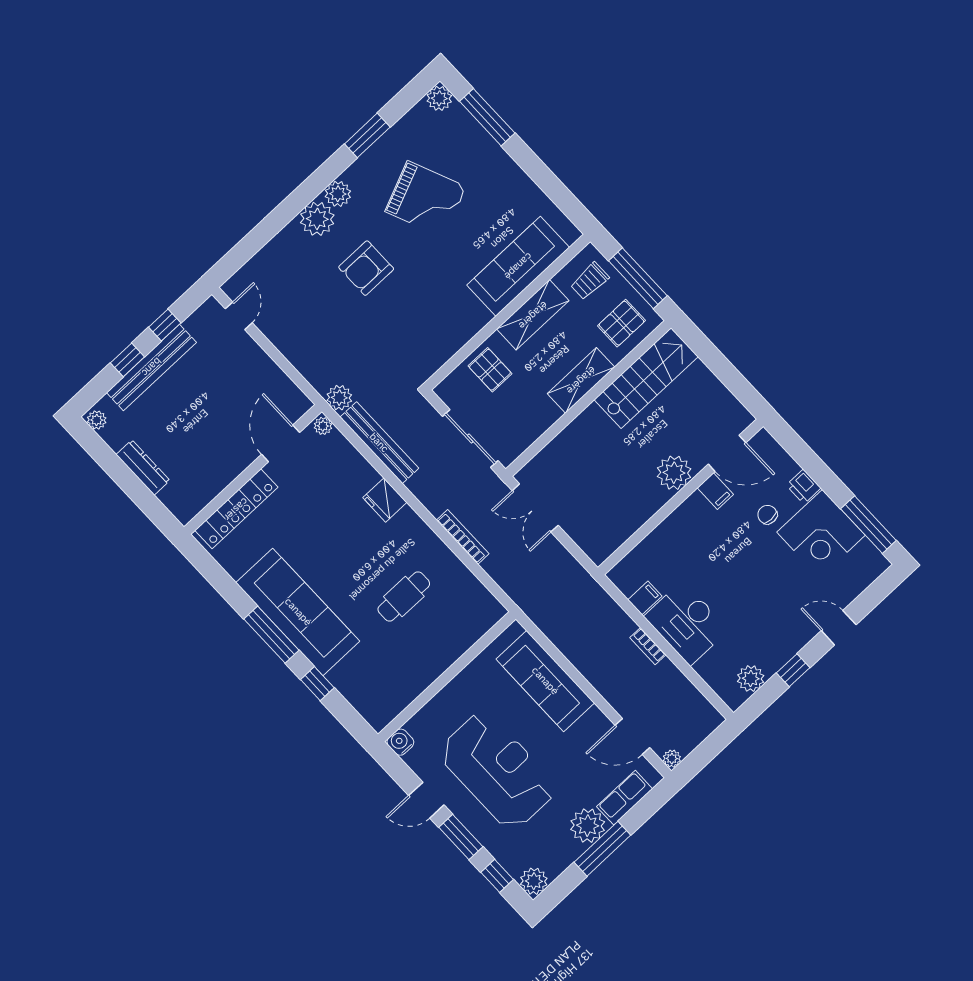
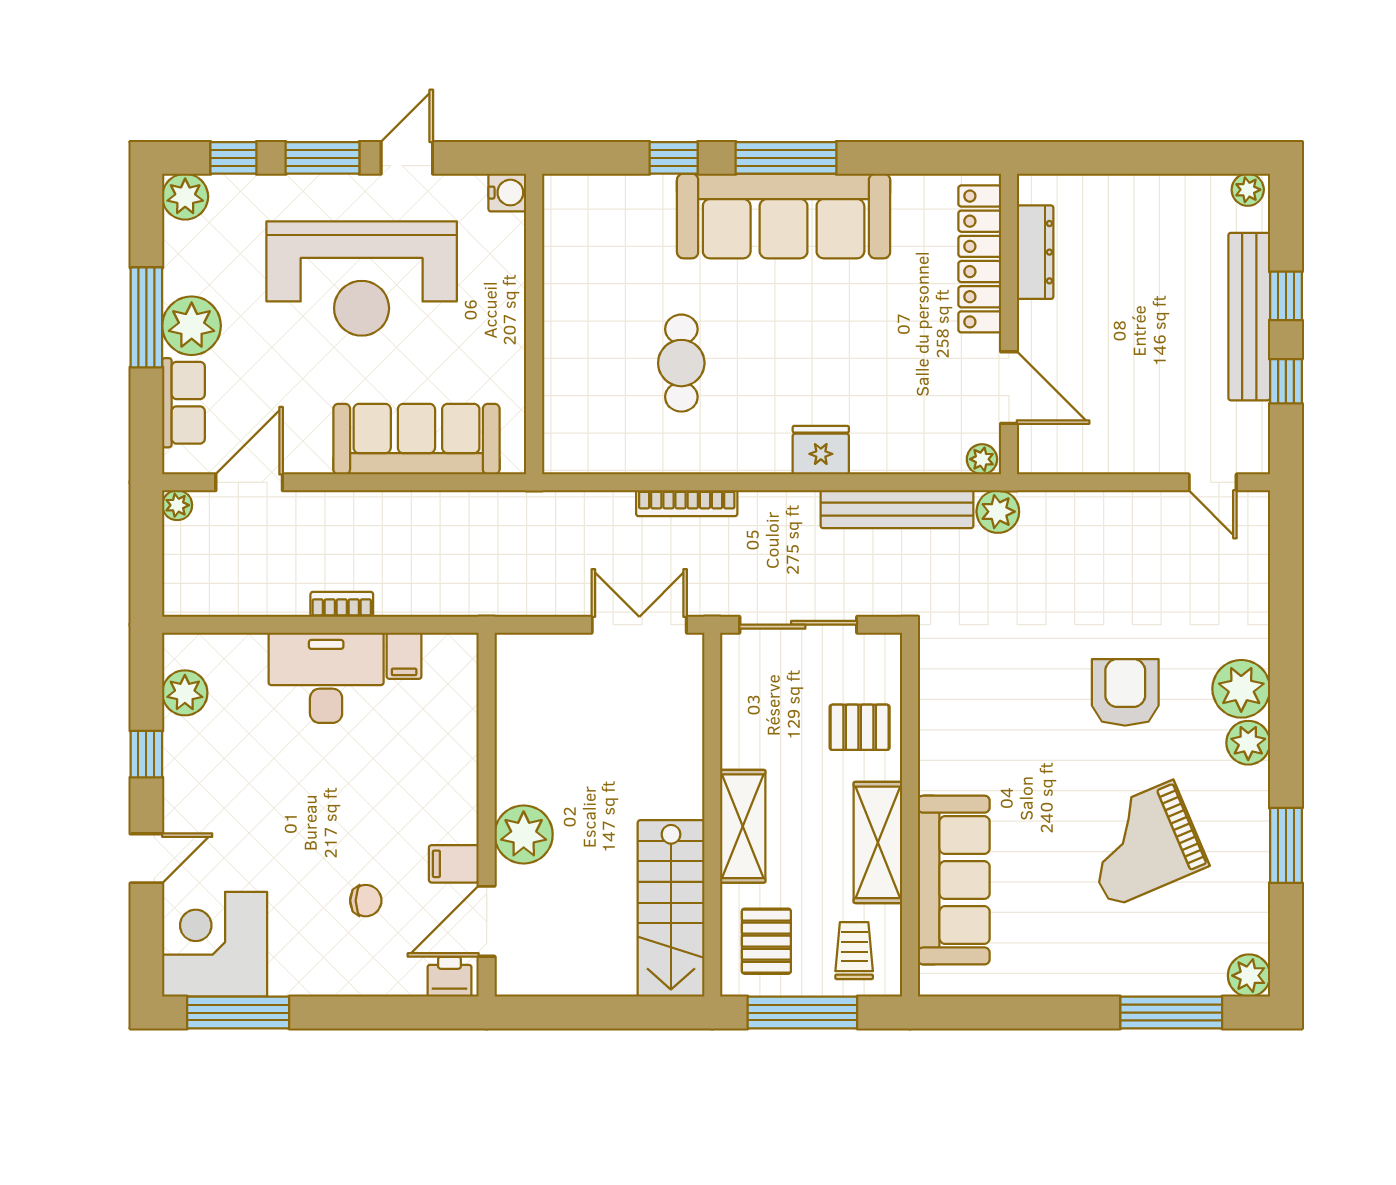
dresser: (143, 468) -> (1035, 252), moved, turned -90
printer: (804, 487) -> (449, 977), moved
corner desk: (821, 534) -> (215, 944), moved

